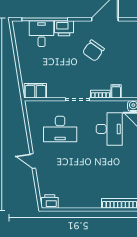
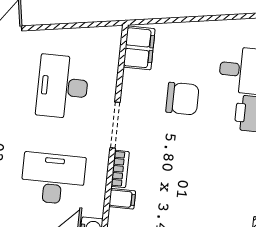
chair: (93, 51) -> (182, 99), moved, turned 145
desk: (109, 129) -> (53, 179), turned 180

